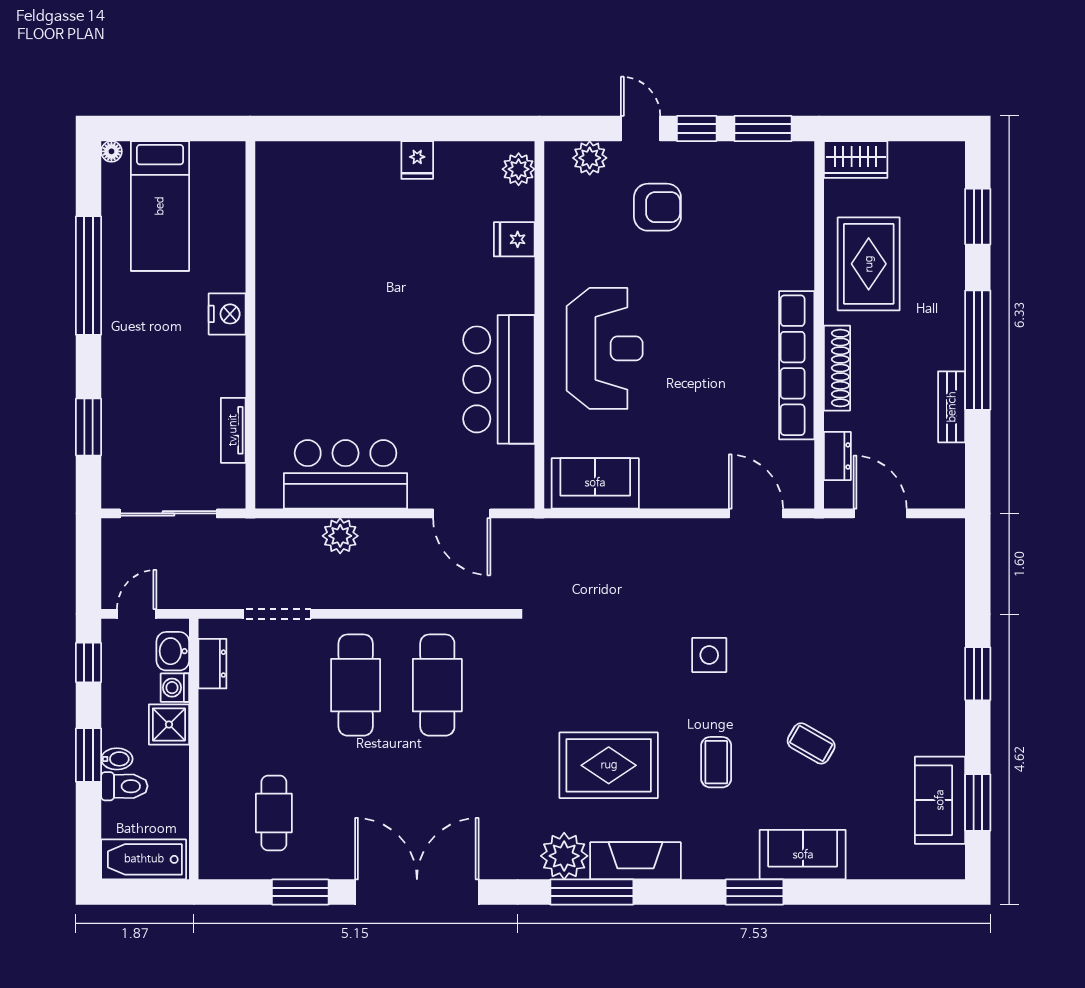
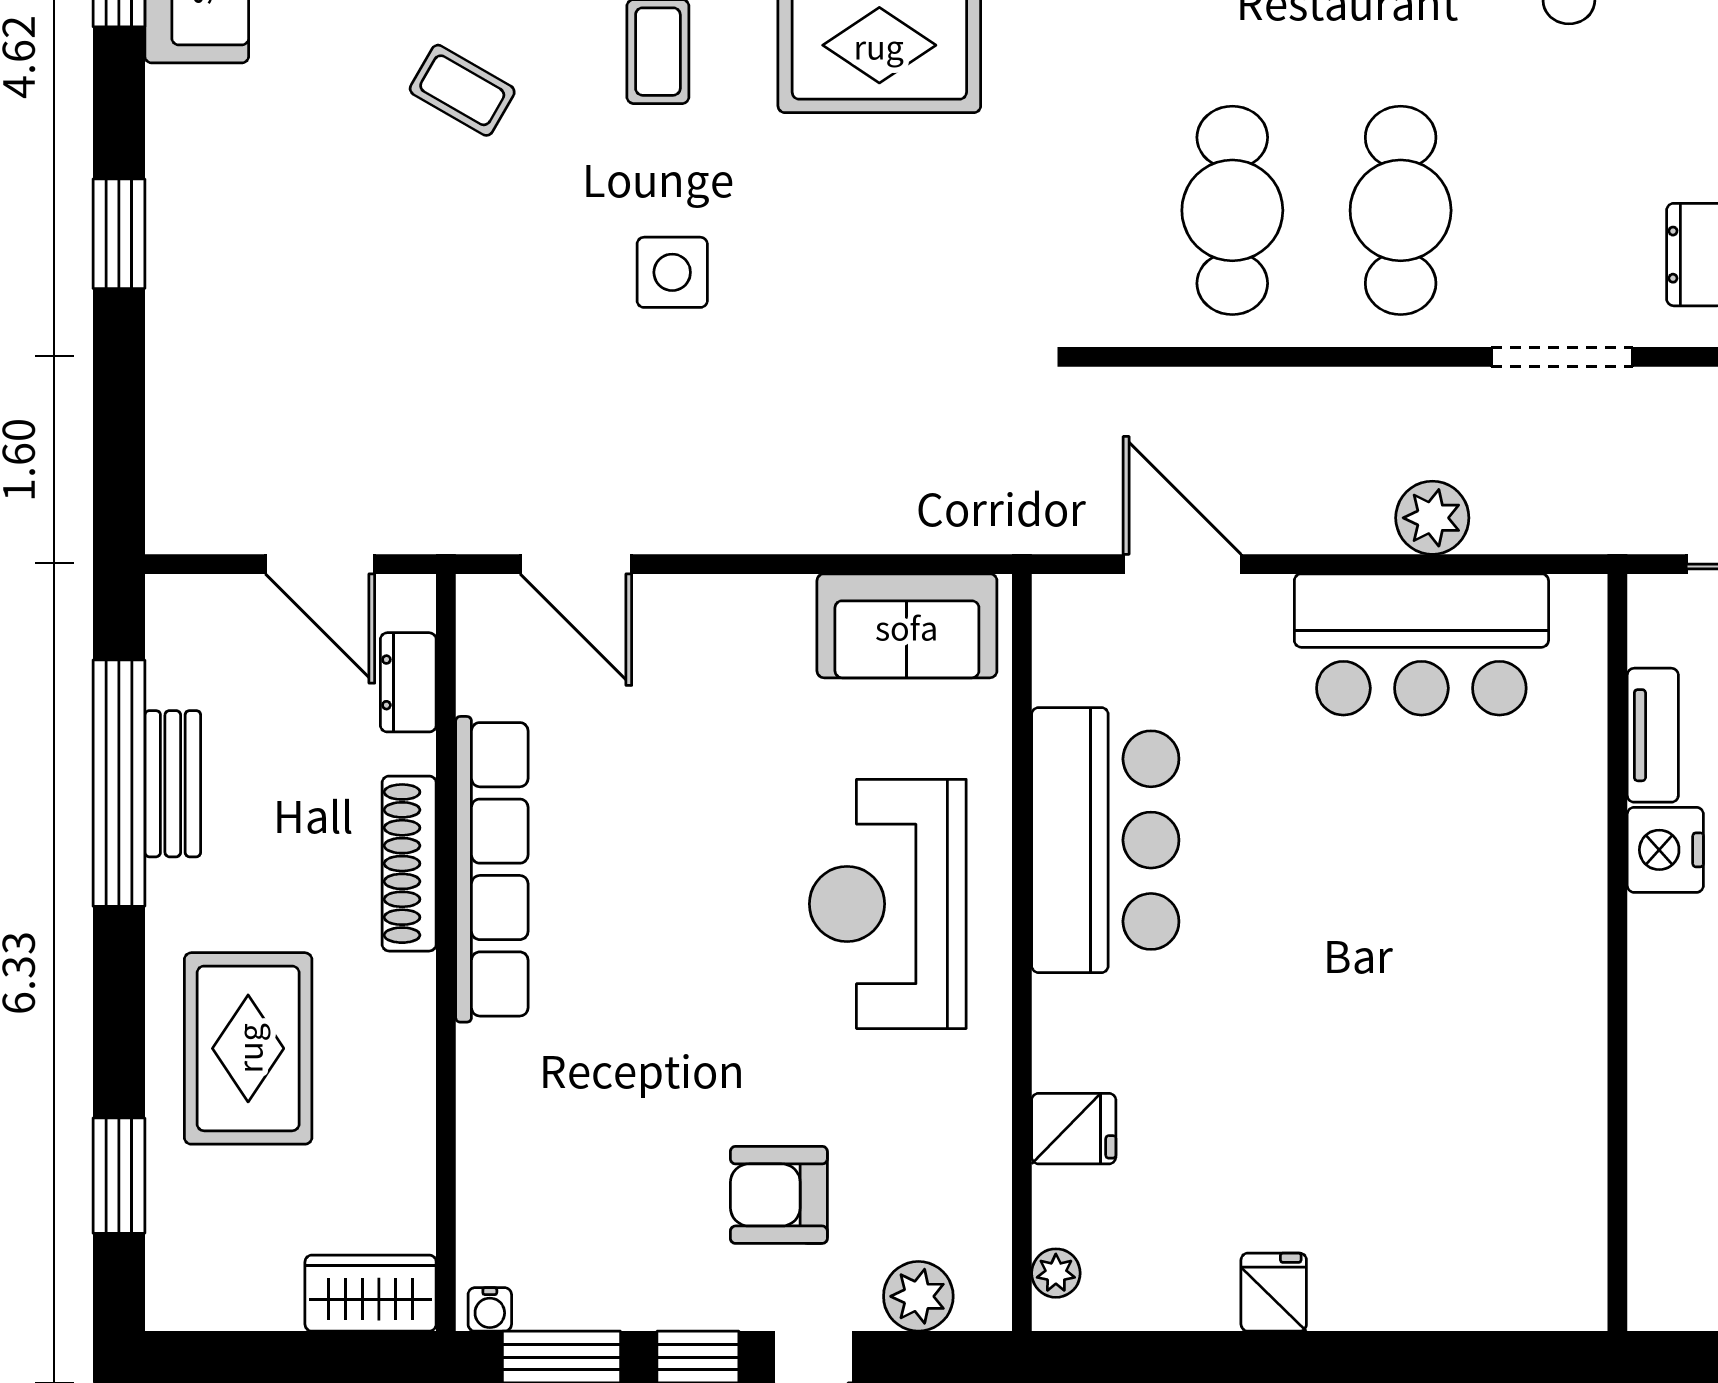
water cooler: (798, 152) -> (490, 1309), added
plant: (519, 169) -> (1056, 1273), width x0.73, depth x0.73
rug: (869, 264) -> (248, 1048), moved
nightstand: (227, 314) -> (1665, 850), moved
window: (978, 350) -> (119, 783), moved

